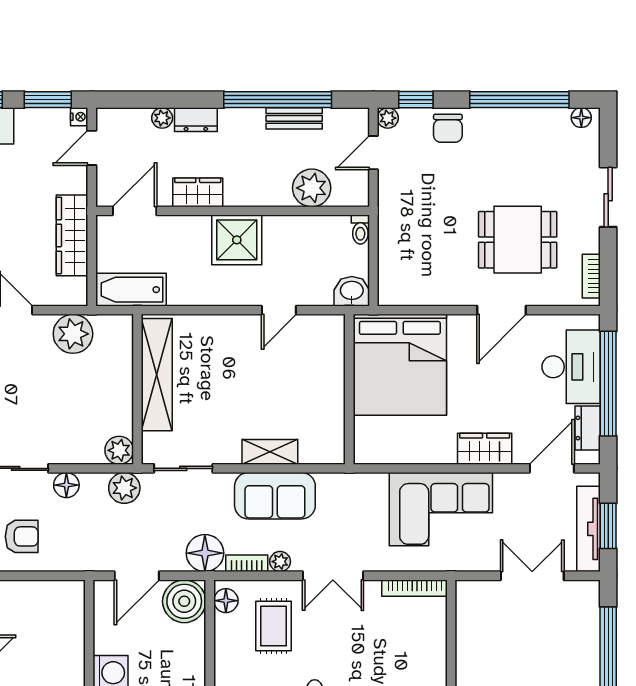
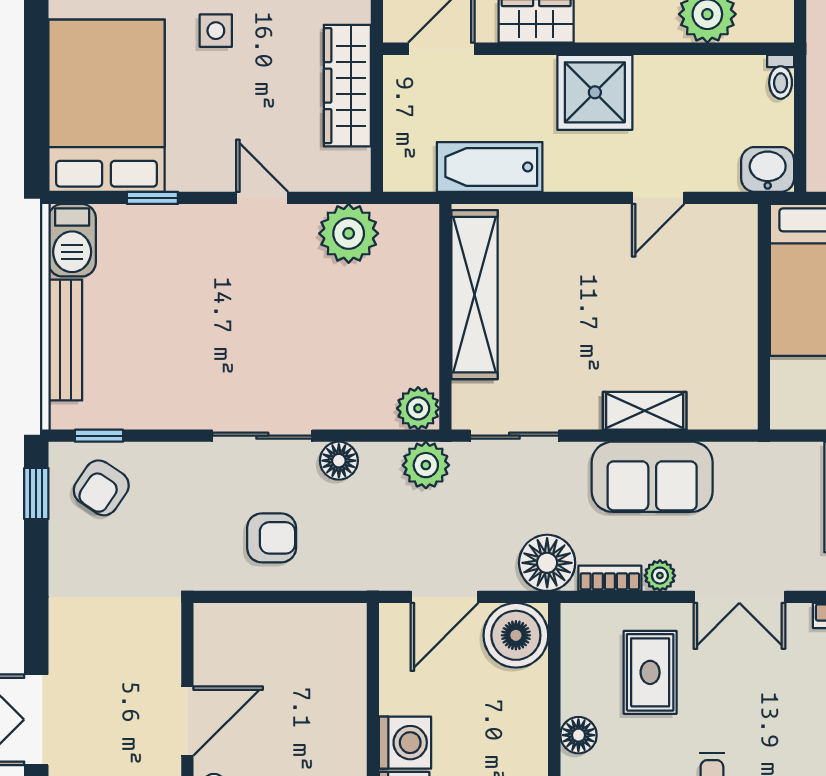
bathtub: (131, 290) -> (490, 167), moved
floor lamp: (226, 601) -> (578, 735), moved

